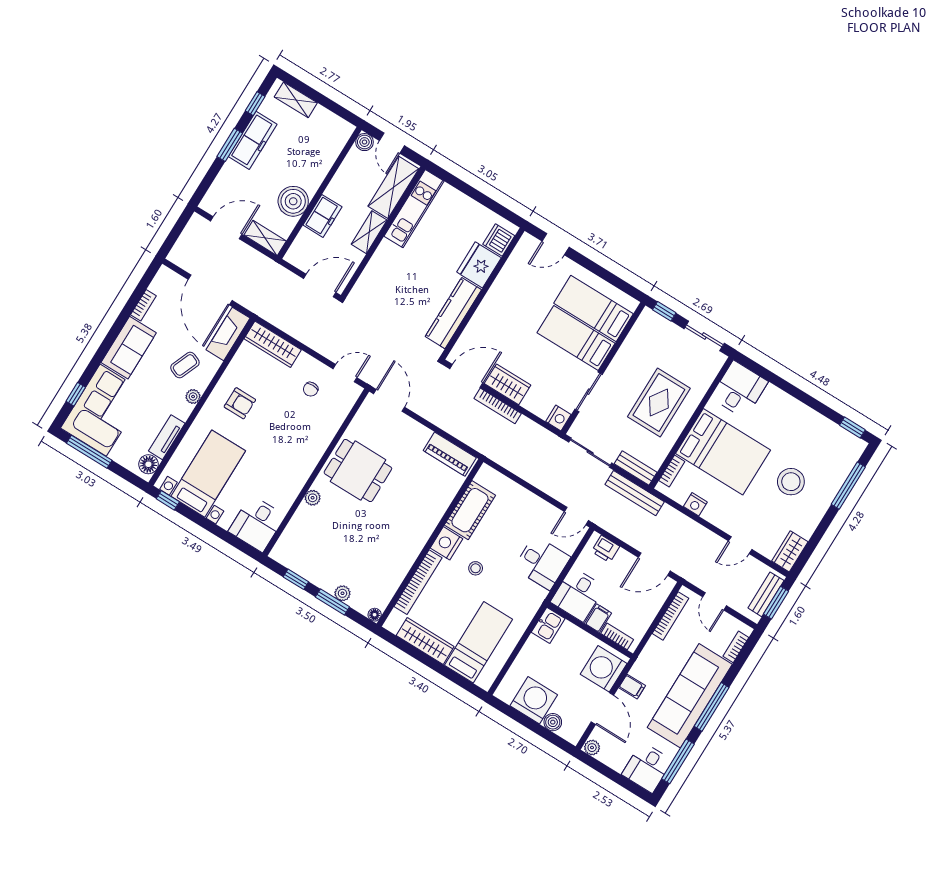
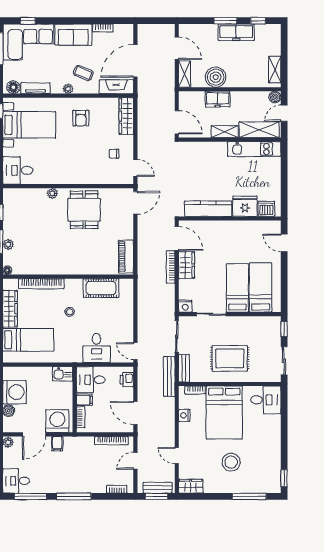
shelving: (296, 100) -> (275, 70), moved
nightstand: (446, 543) -> (74, 286), removed
sofa: (690, 696) -> (72, 480), removed

